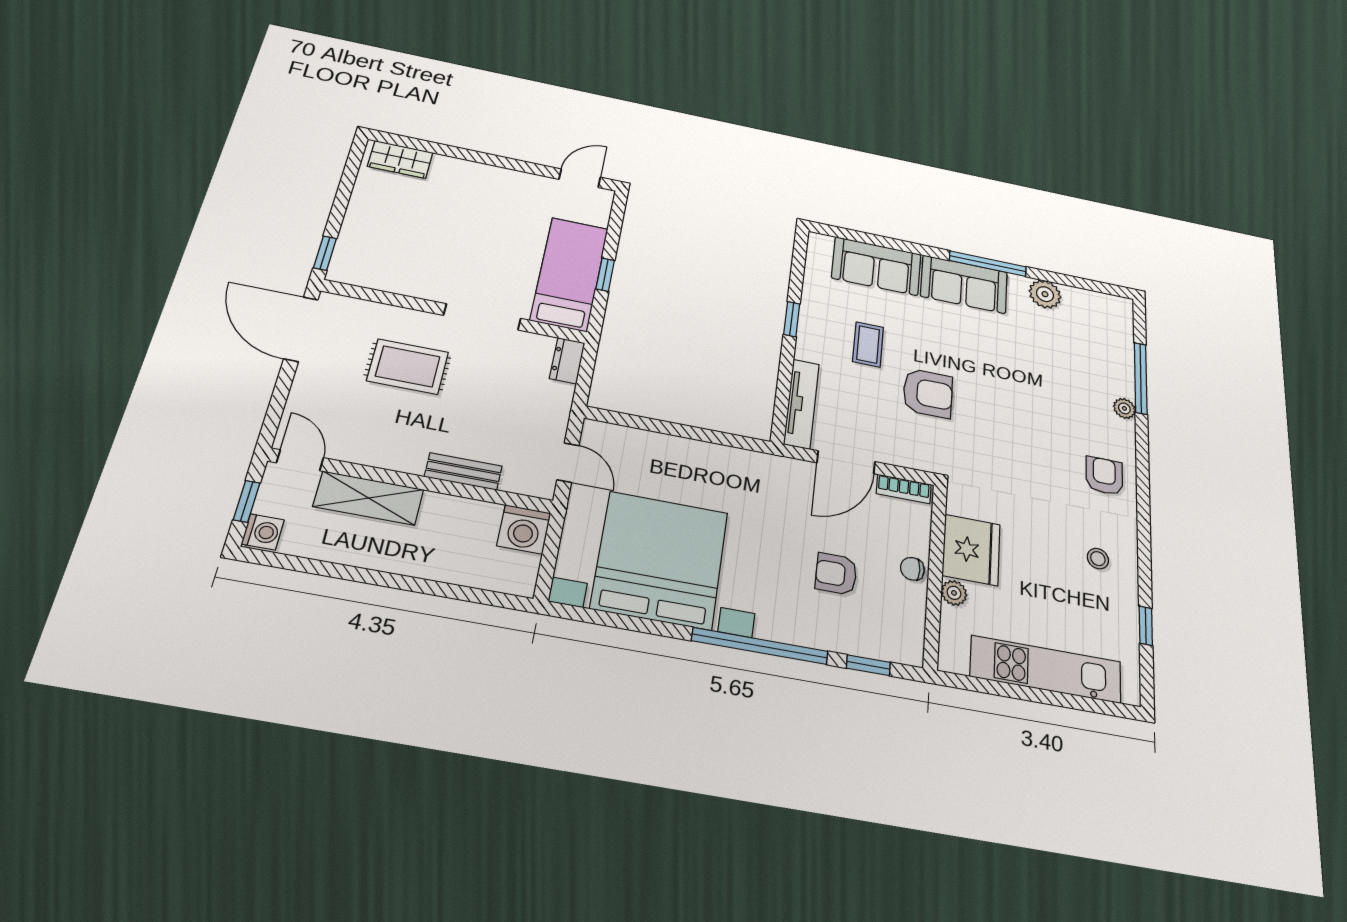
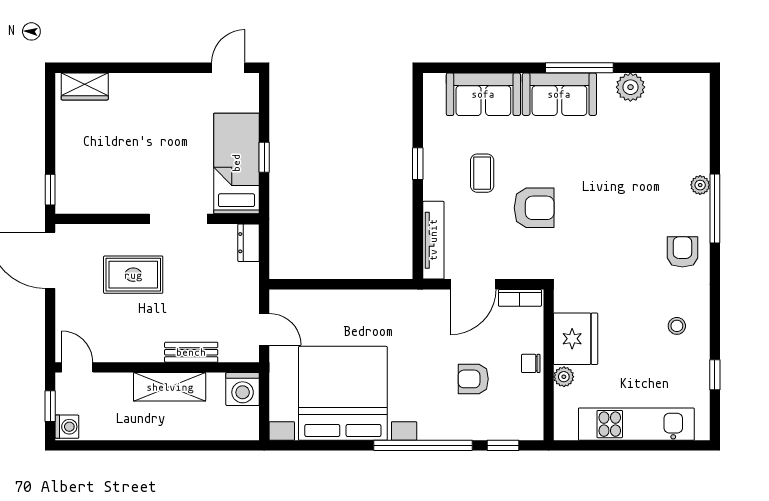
window: (1141, 378) -> (715, 209), moved
shelving: (369, 498) -> (170, 387), moved

